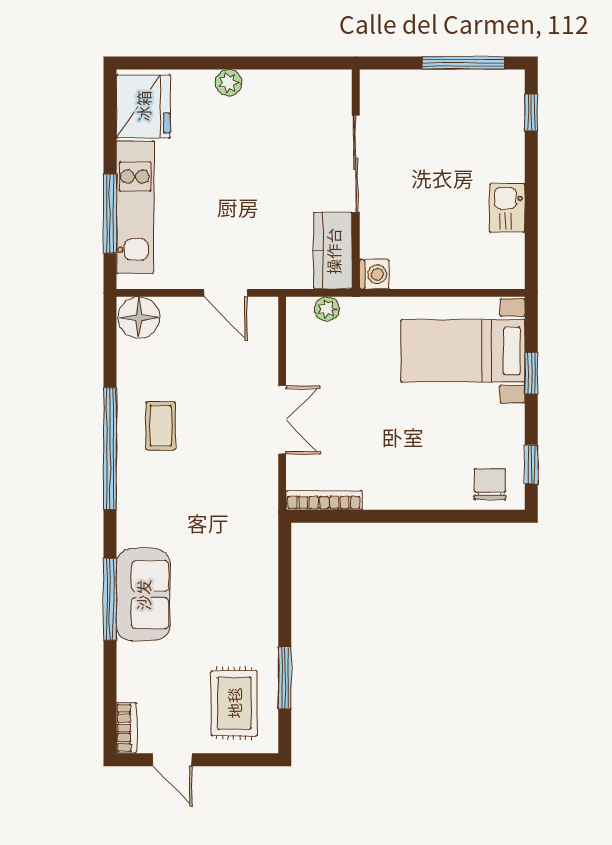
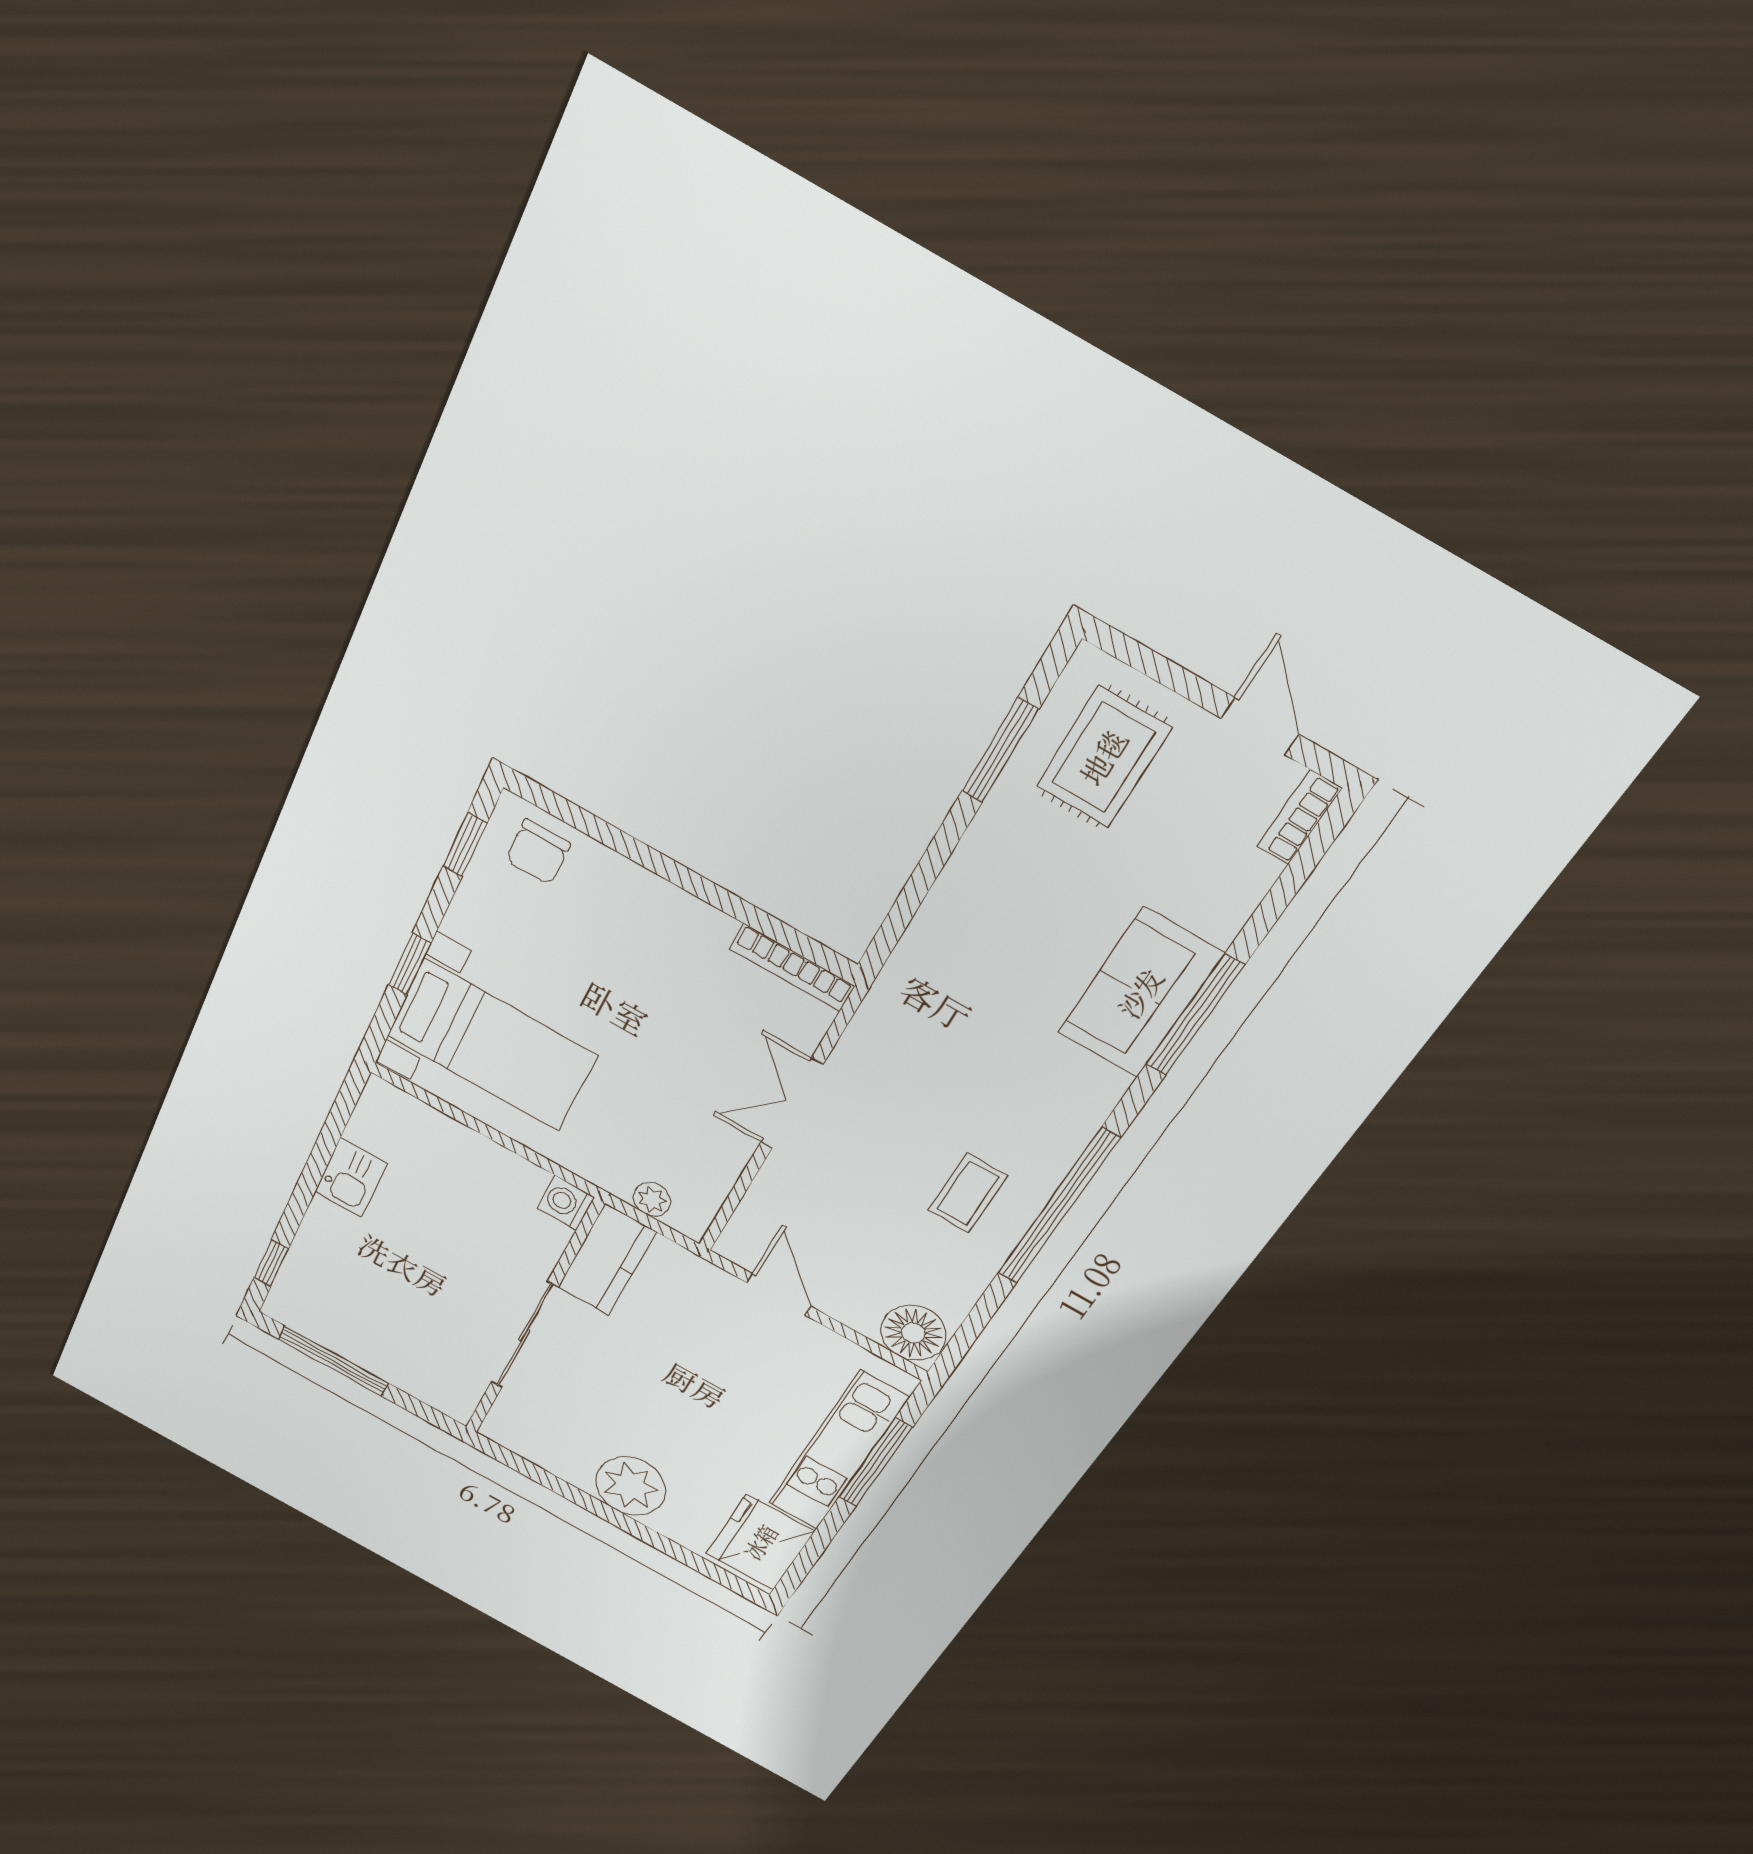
plant: (229, 83) -> (631, 1486), width x1.88, depth x1.88

